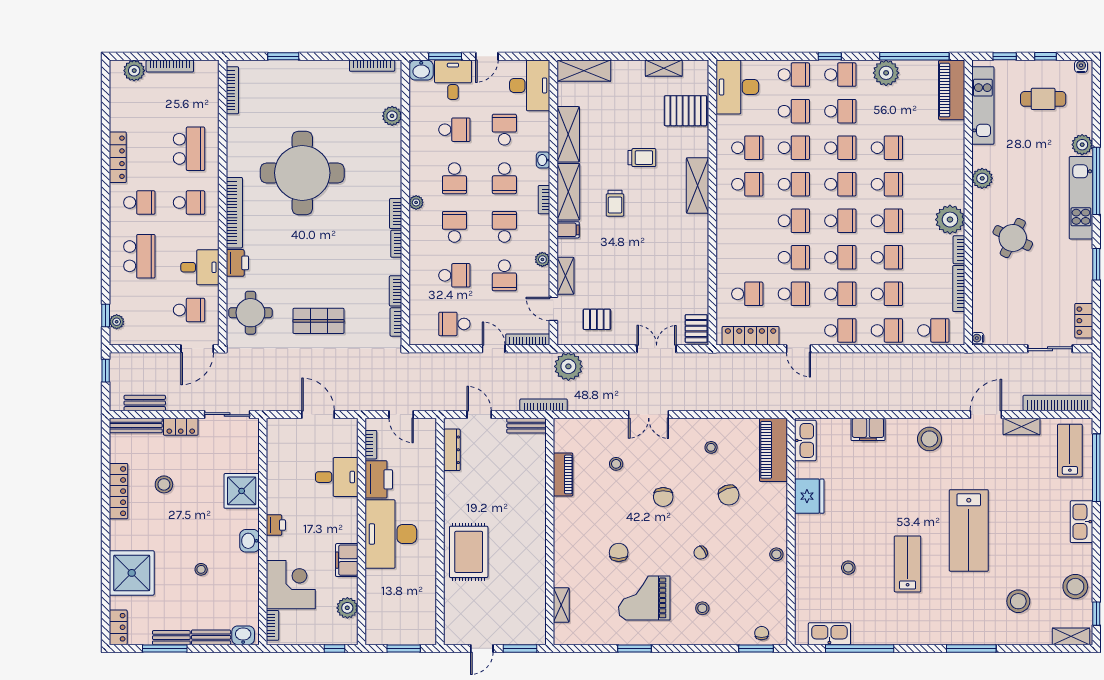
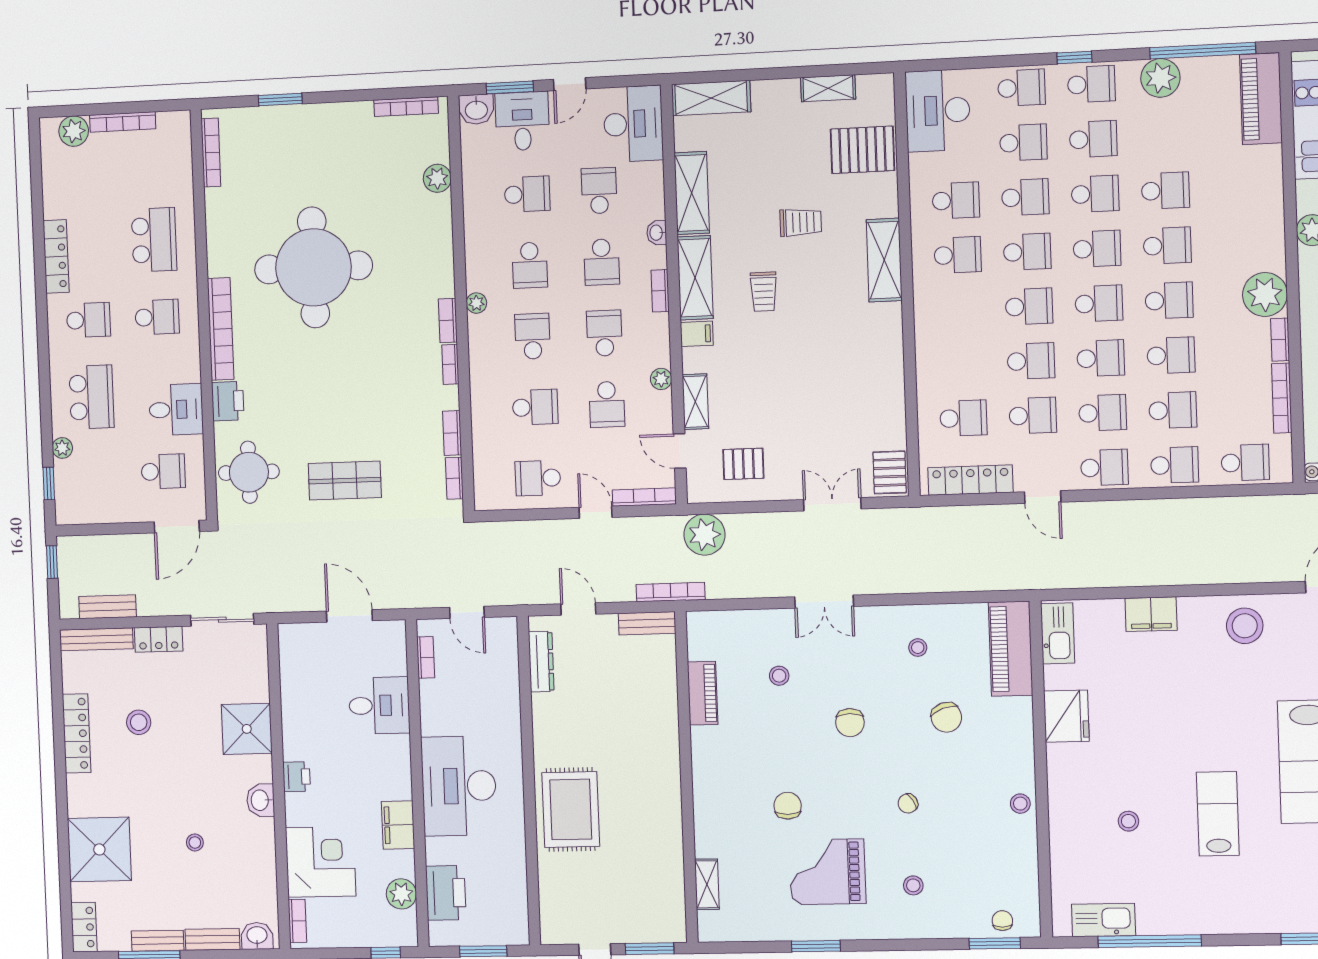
plant: (117, 322) -> (62, 448), moved
printer: (379, 479) -> (446, 893), moved

